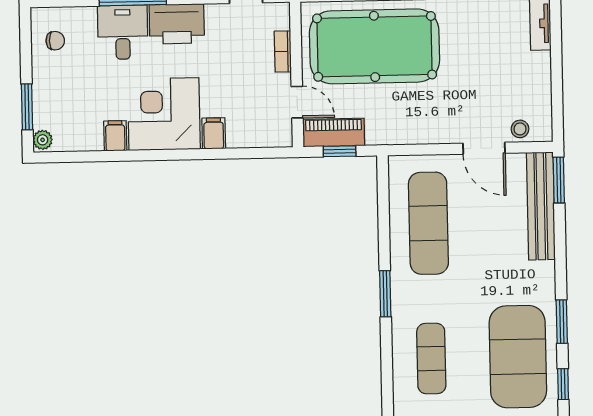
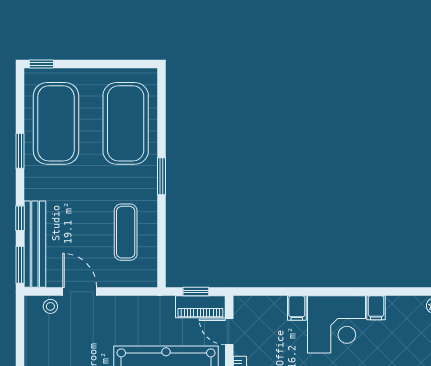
exercise mat: (428, 223) -> (126, 232), width x0.73, depth x0.69
exercise mat: (431, 359) -> (126, 123), width x2.00, depth x1.45
window: (563, 384) -> (20, 218), moved

